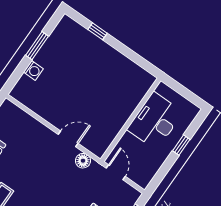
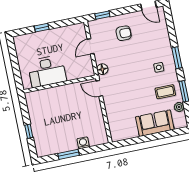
wall: (131, 120) -> (60, 84), moved
desk: (155, 121) -> (47, 71), moved

